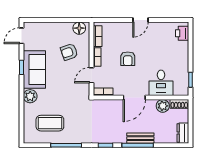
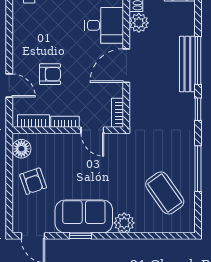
door: (140, 20) -> (9, 85), moved
armchair: (69, 52) -> (33, 181), moved
armchair: (128, 59) -> (50, 74), moved
door: (134, 98) -> (126, 66), swing flipped
coffee table: (50, 123) -> (165, 193), turned -35
bench: (140, 138) -> (187, 64), width x1.36

